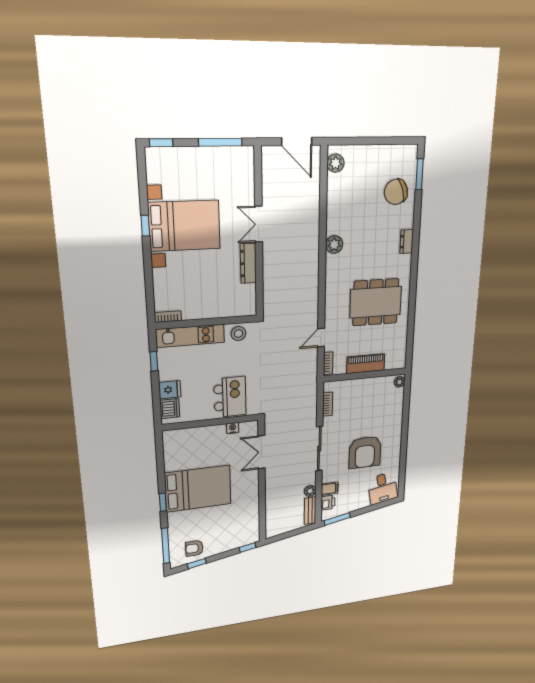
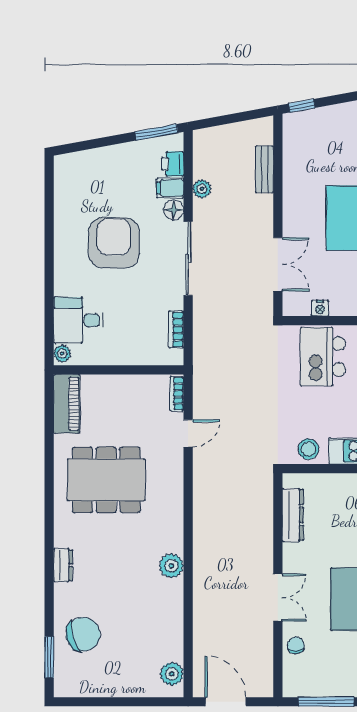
chair: (245, 187) -> (296, 645), added
dresser: (248, 263) -> (293, 515), moved
piano: (366, 364) -> (67, 404), moved, turned -90
floor lamp: (328, 476) -> (174, 210), added
desk: (383, 488) -> (78, 320), moved, turned -80
bench: (310, 511) -> (264, 169), moved

